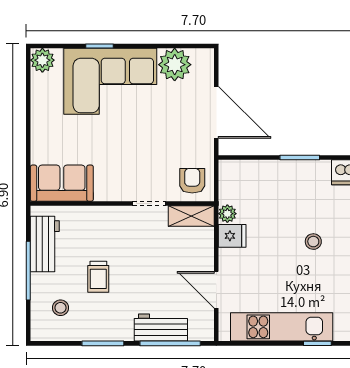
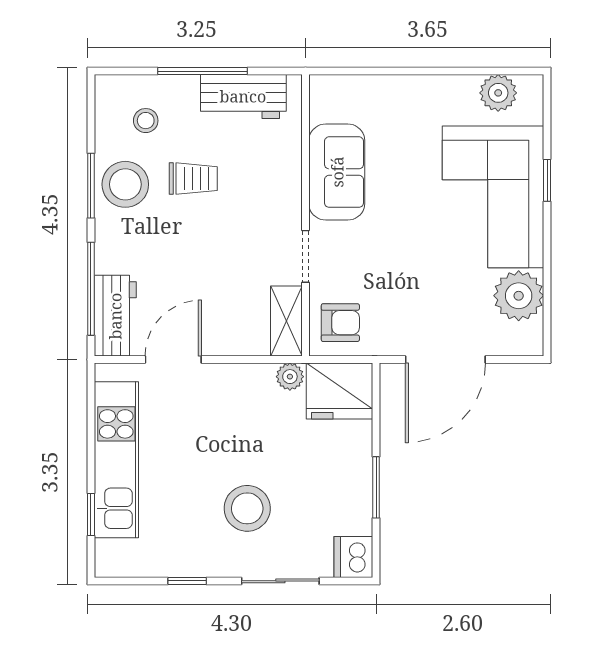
plant: (42, 60) -> (498, 93), moved
sofa: (62, 183) -> (337, 172), moved
fridge: (232, 236) -> (339, 391), moved, width x1.88, depth x1.34
stool: (313, 242) -> (247, 508), width x1.89, depth x1.89
trolley: (98, 277) -> (193, 179), turned 180
stool: (102, 321) -> (125, 184), added
workbench: (161, 328) -> (115, 316), moved

